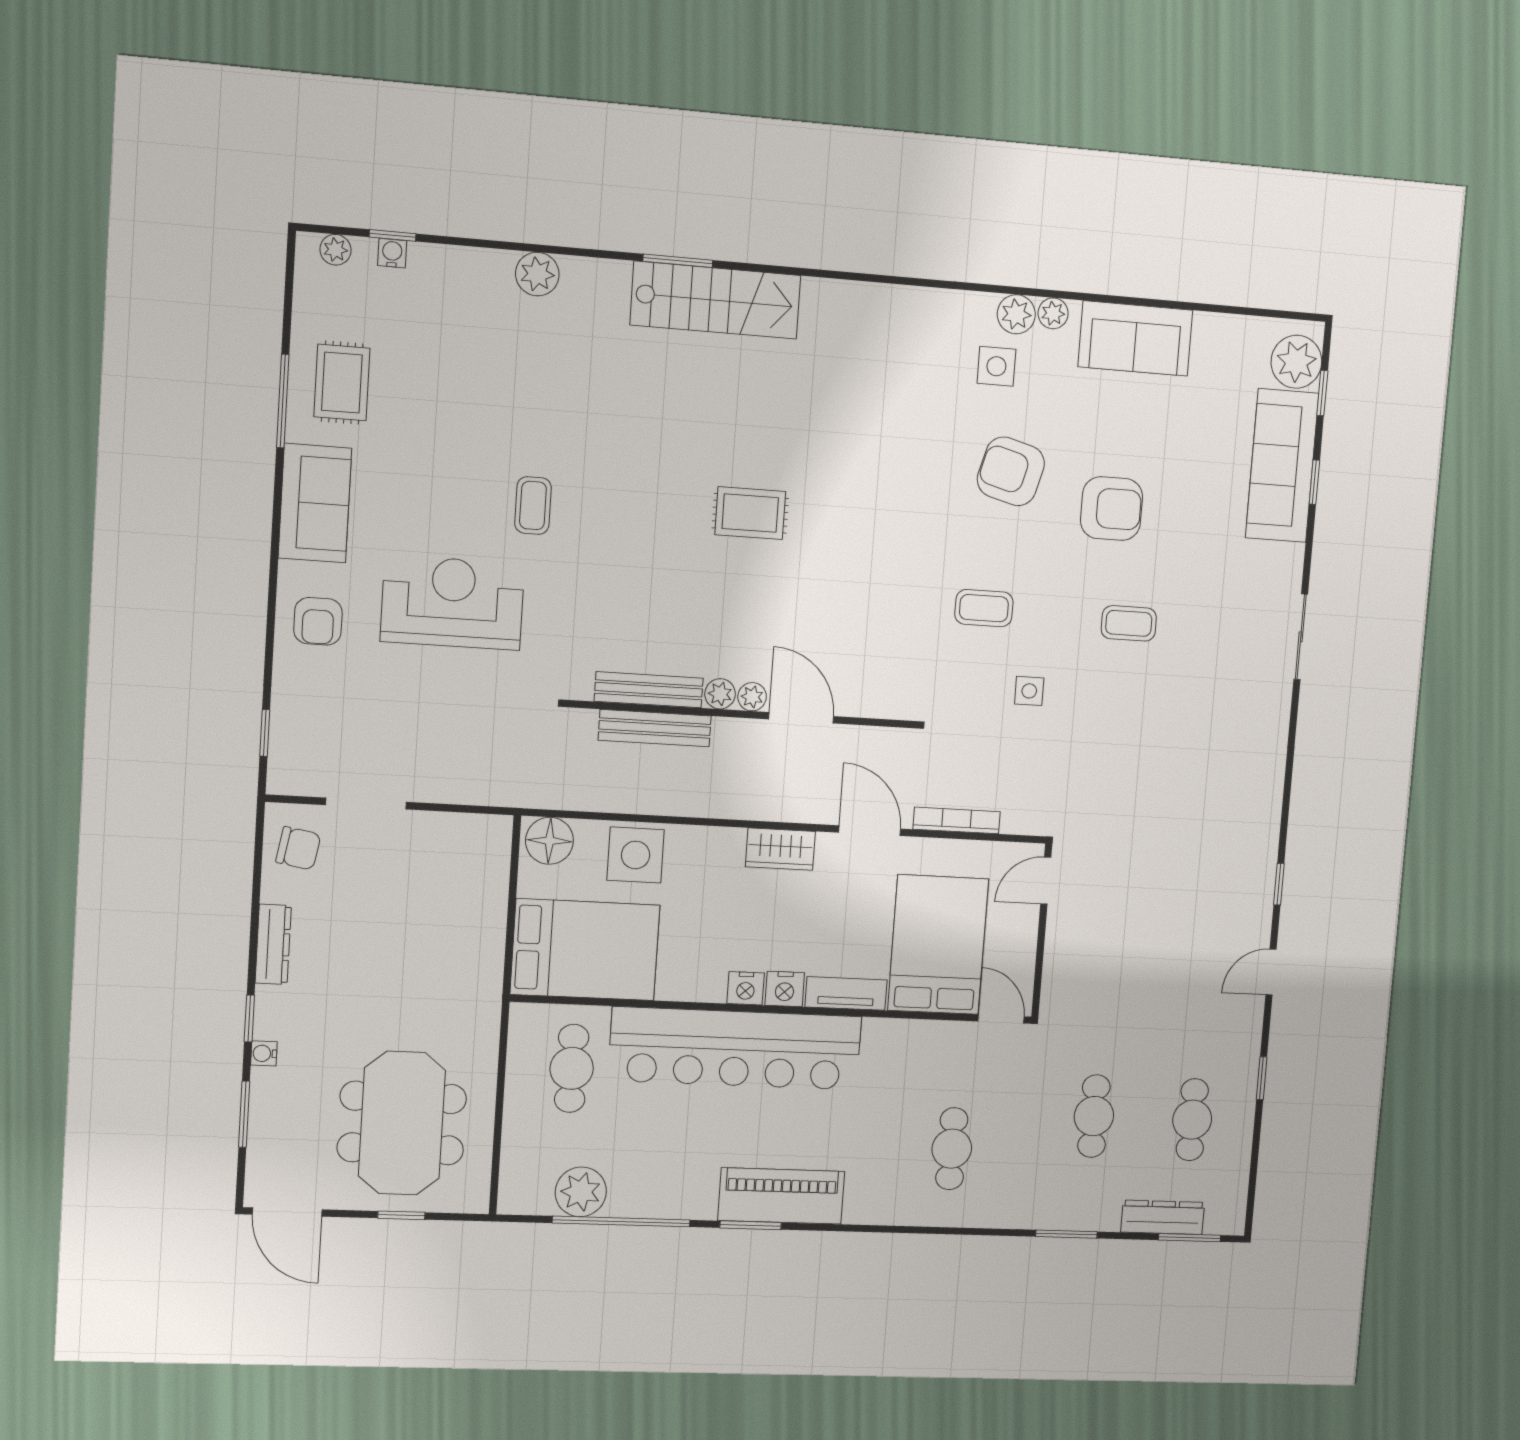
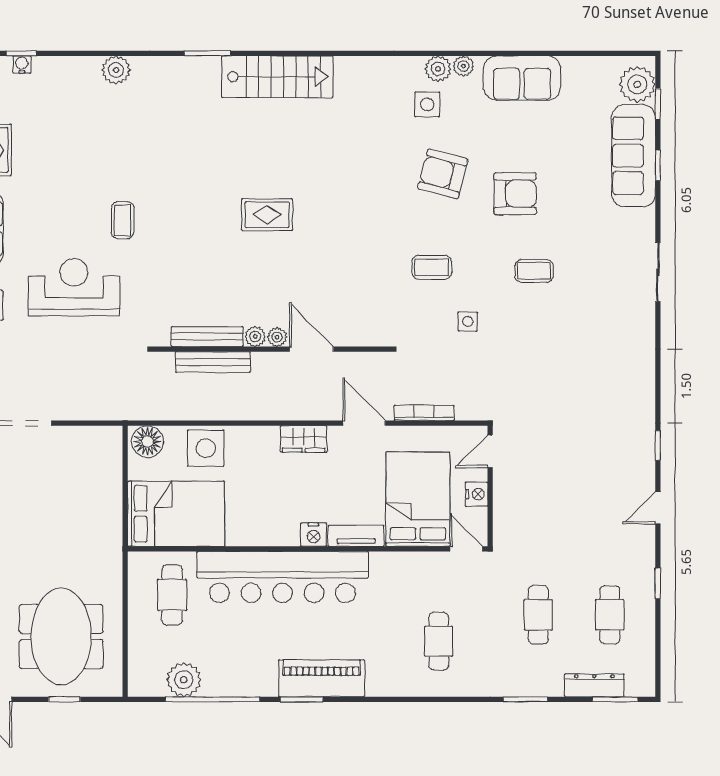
stairs: (716, 300) -> (277, 77), moved
nightstand: (746, 988) -> (477, 494), moved, turned -90

